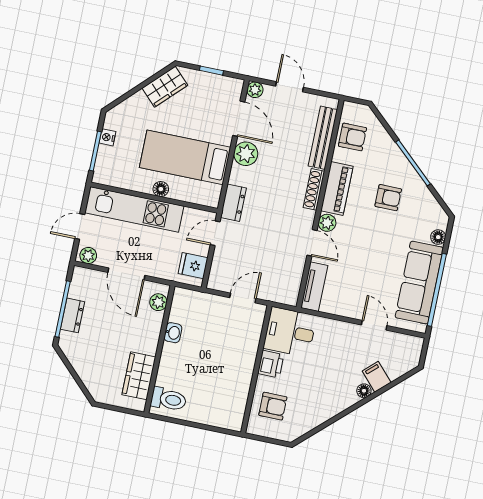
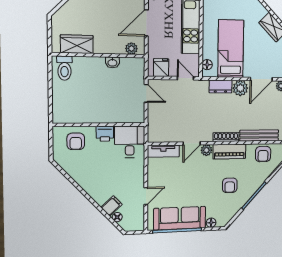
floor lamp: (161, 189) -> (207, 65), moved
dresser: (233, 203) -> (221, 87), moved
door: (243, 298) -> (146, 93), moved
floor lamp: (364, 391) -> (117, 217), moved

